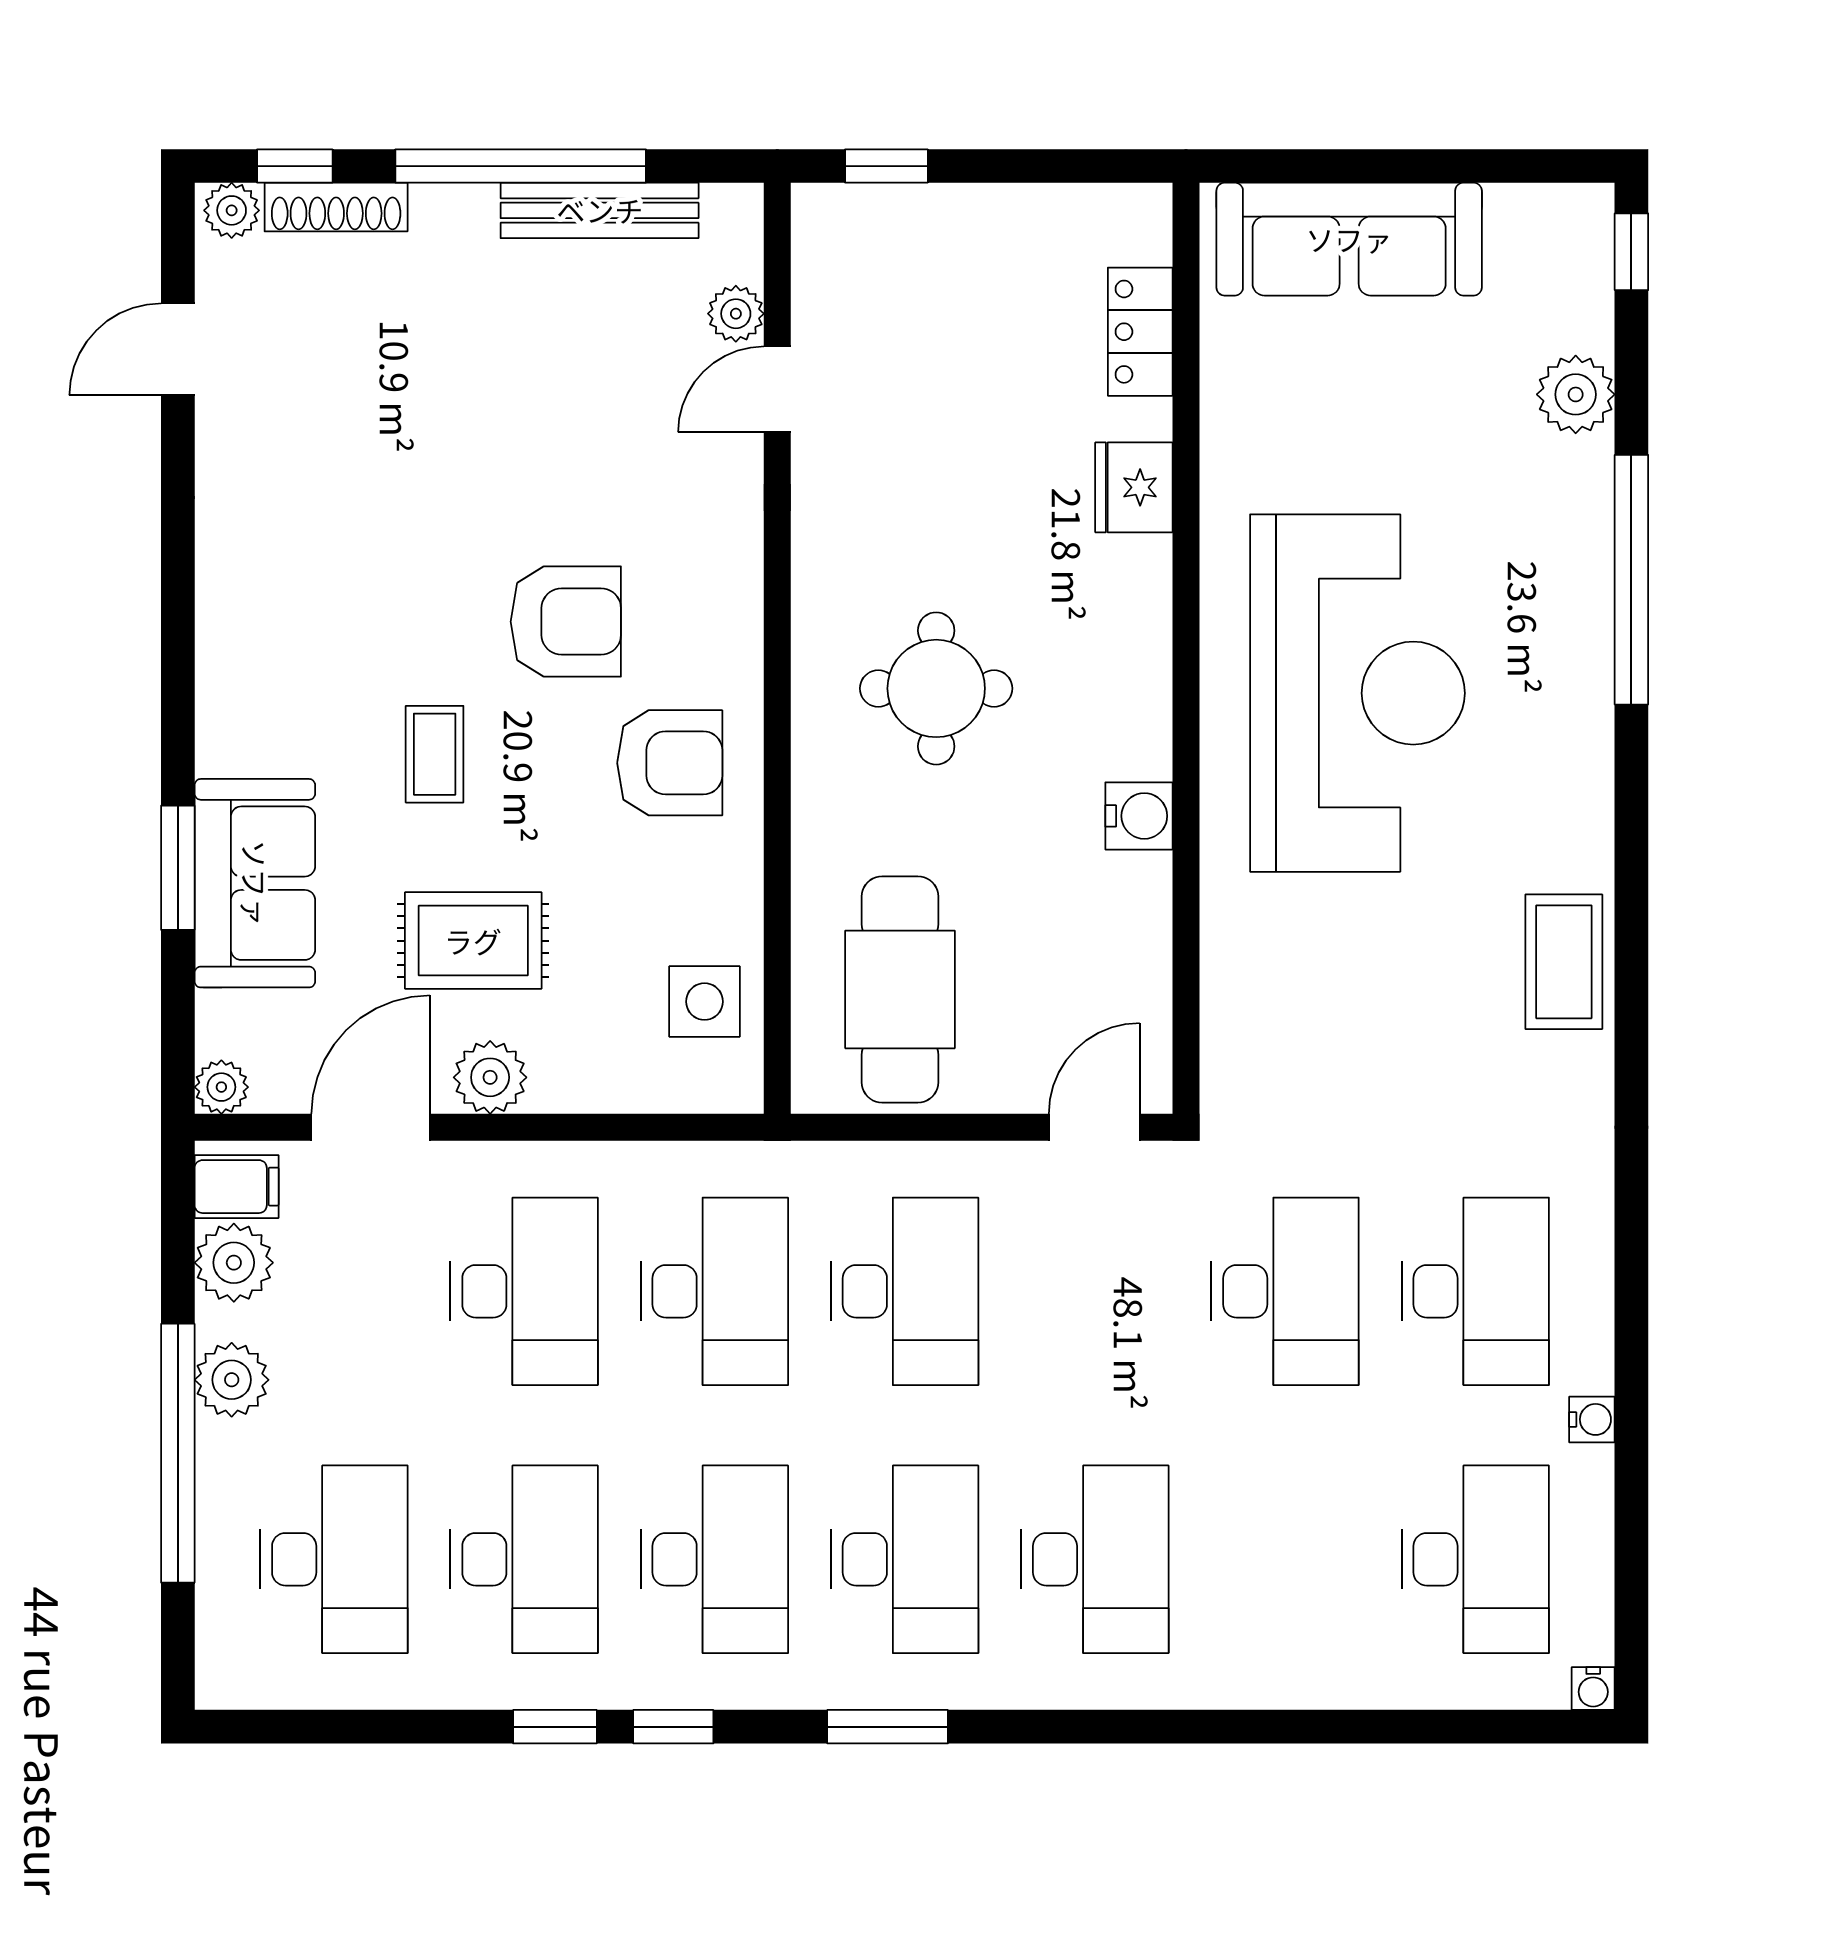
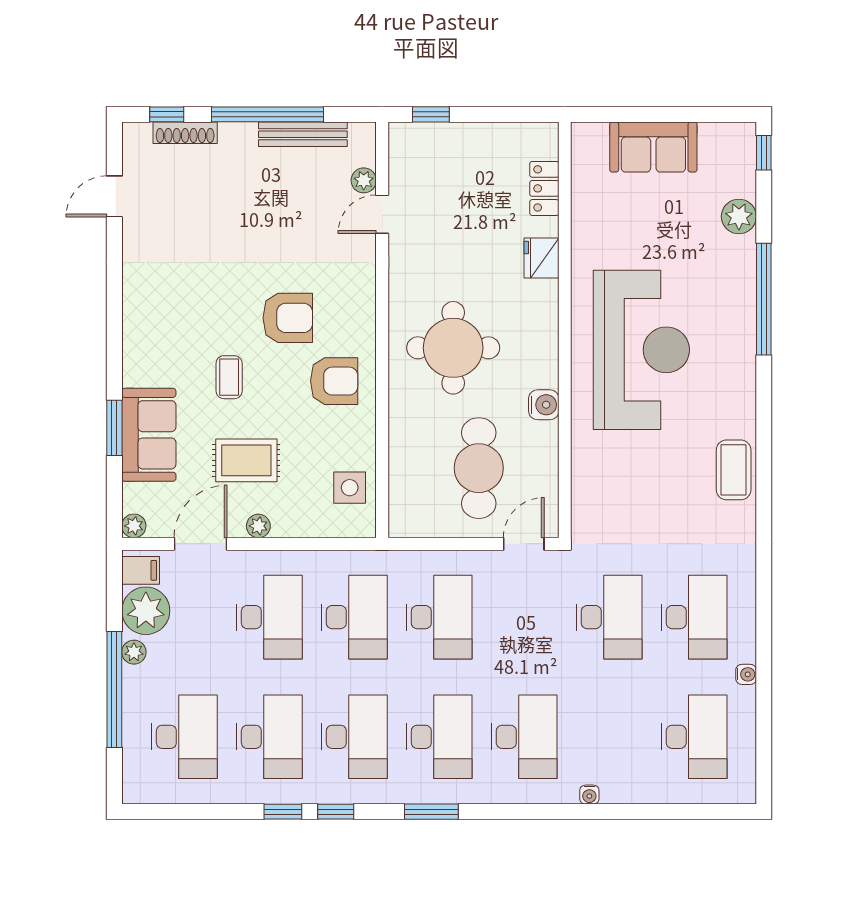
plant: (232, 210) -> (138, 134), removed
sofa: (1349, 239) -> (653, 147), width x0.73
round table: (936, 688) -> (453, 348), width x1.36, depth x1.36
cafe table: (900, 989) -> (479, 468), moved
plant: (490, 1077) -> (258, 526), width x0.73, depth x0.73
plant: (234, 1263) -> (146, 611), width x1.36, depth x1.36
plant: (232, 1380) -> (134, 652), width x0.73, depth x0.73
water cooler: (1593, 1689) -> (589, 795), moved

